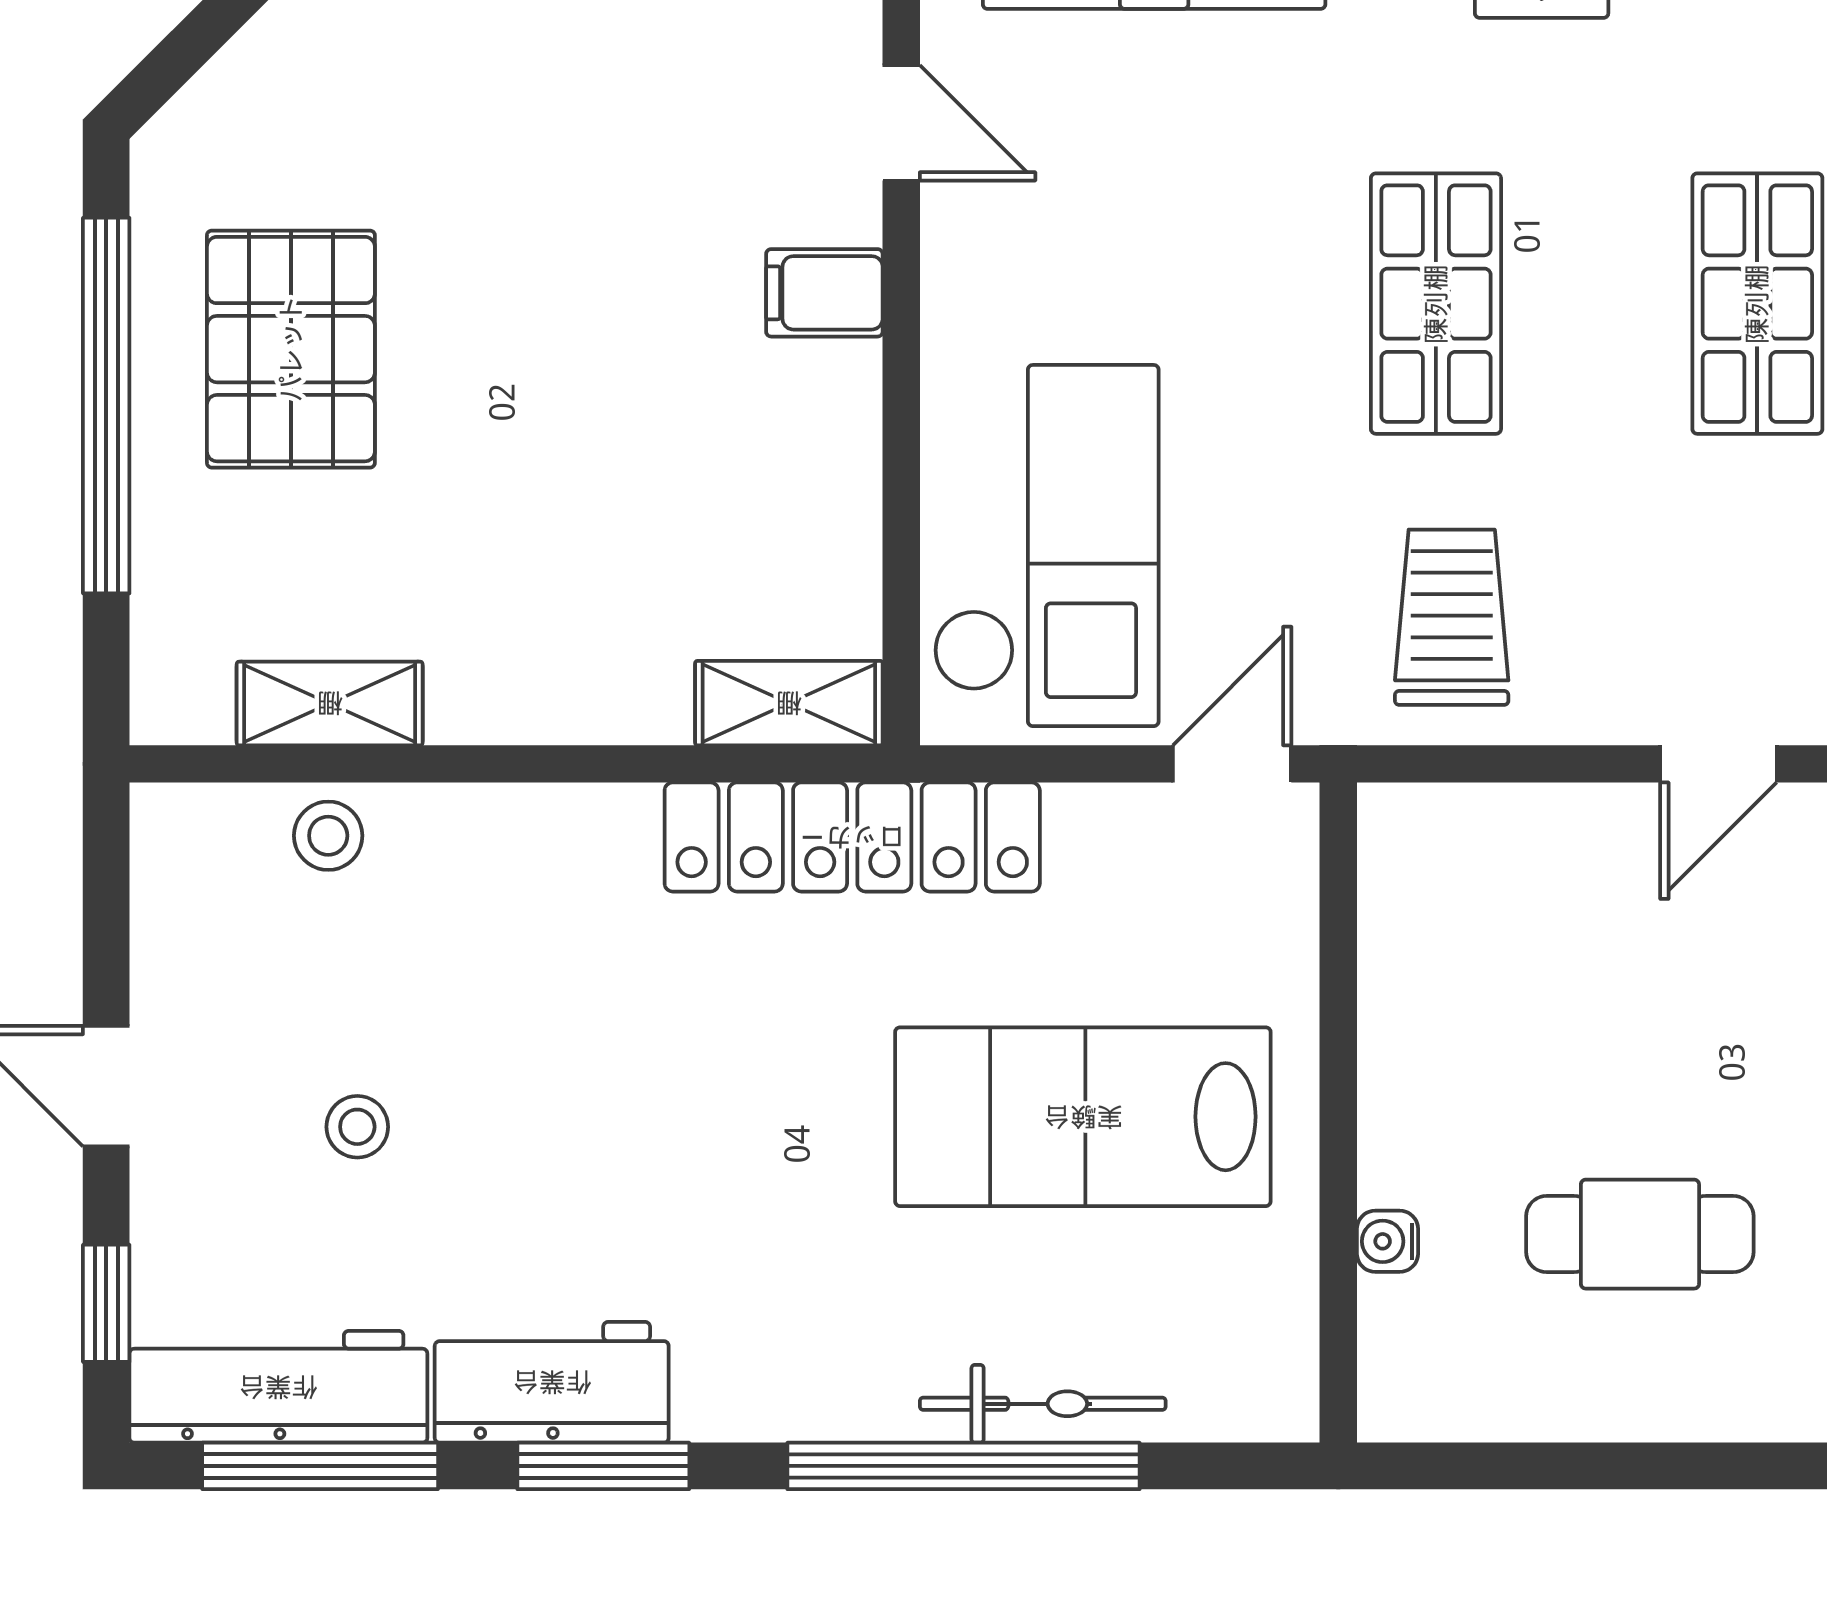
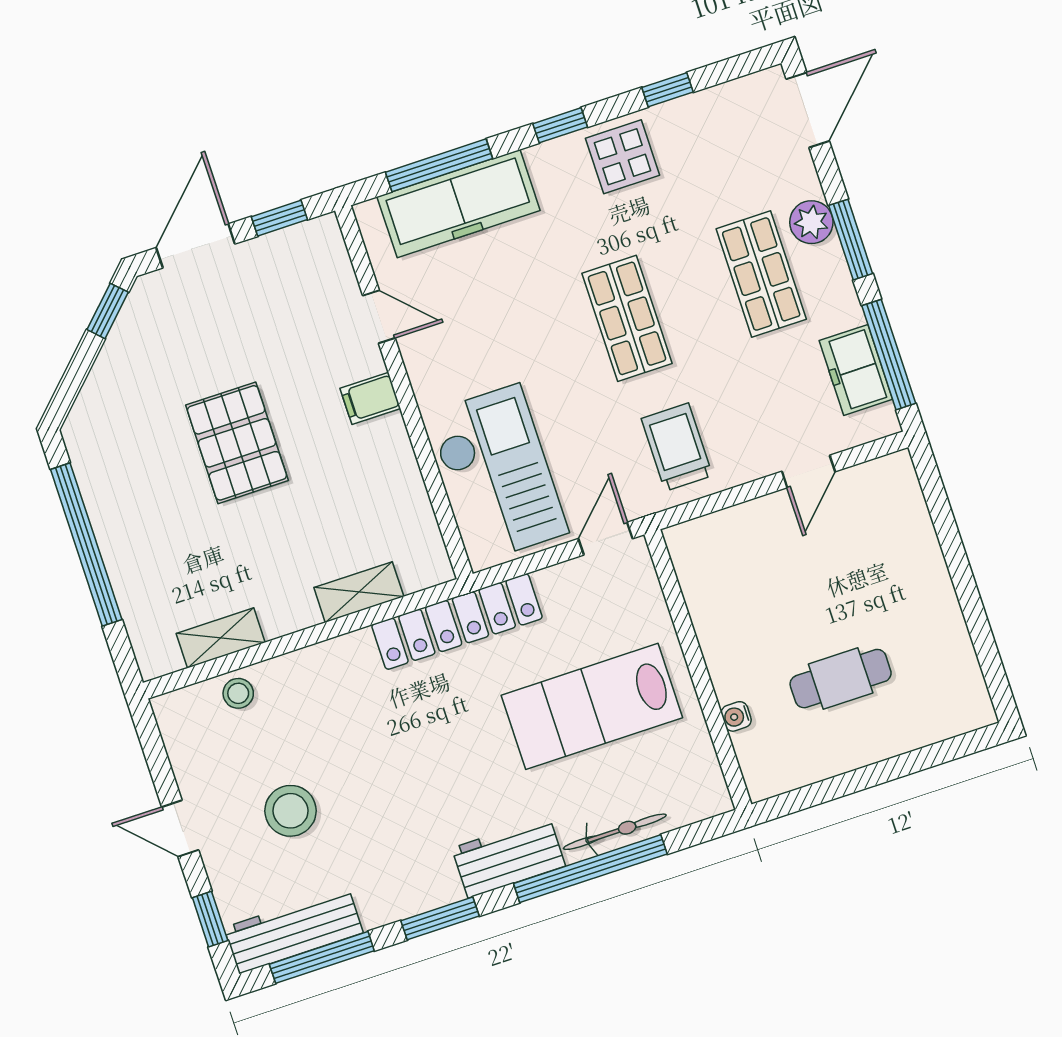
pallet: (291, 349) -> (237, 443), moved
shelving: (789, 703) -> (359, 592), moved
stool: (357, 1127) -> (291, 811), width x1.89, depth x1.89
workbench: (552, 1382) -> (509, 857), moved

